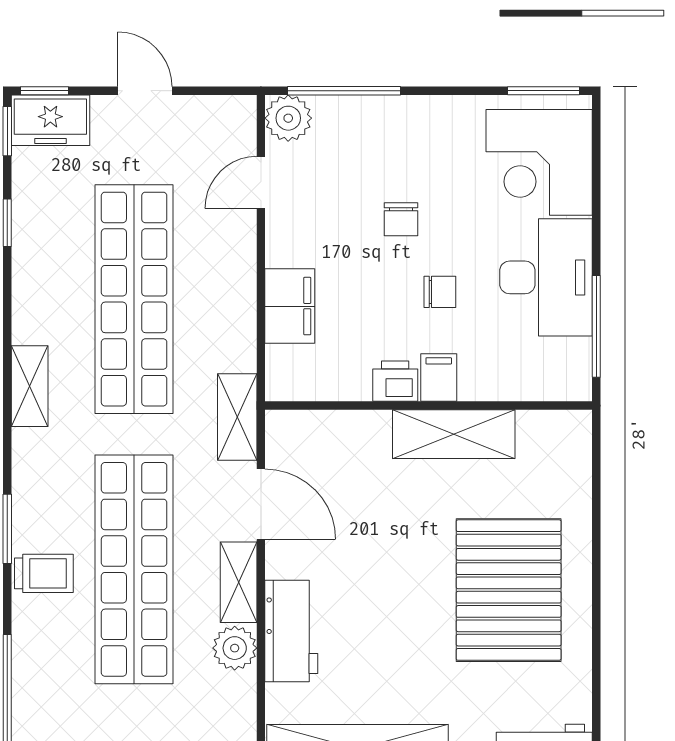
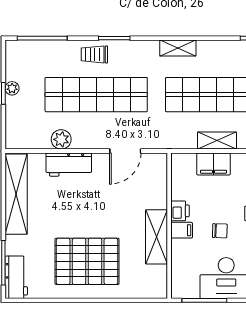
chair: (440, 292) -> (220, 231), turned -88
shelving: (237, 417) -> (217, 141), moved
trolley: (44, 573) -> (94, 54), turned 90
shelving: (239, 582) -> (90, 141), removed

